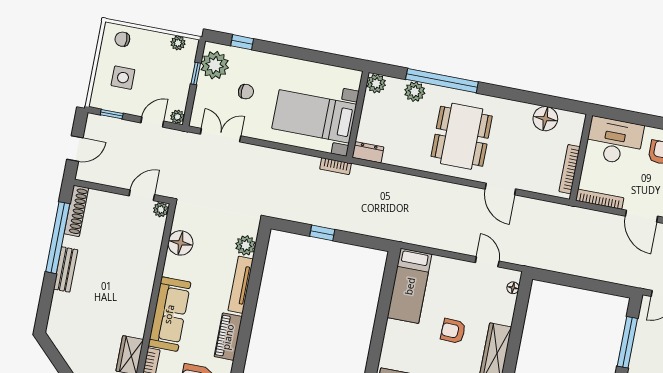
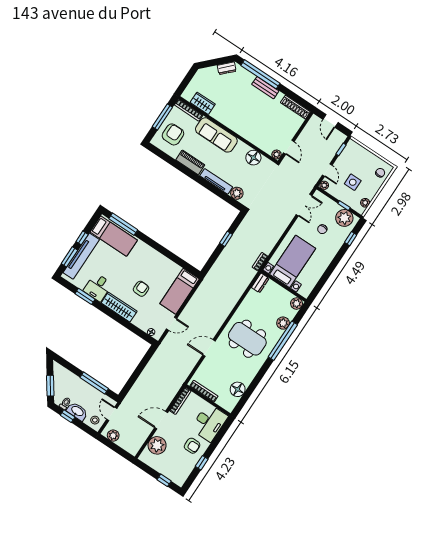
side table: (123, 78) -> (353, 182), moved
window: (58, 238) -> (260, 74), moved
bed: (410, 286) -> (180, 291), moved, turned -90
dresser: (61, 341) -> (227, 68), added

